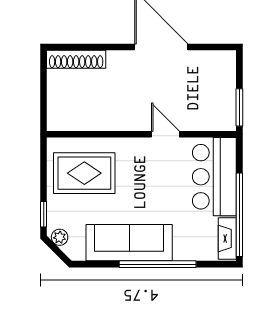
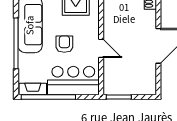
door: (165, 134) -> (101, 48), hinge flipped
armchair: (159, 190) -> (64, 44), added

